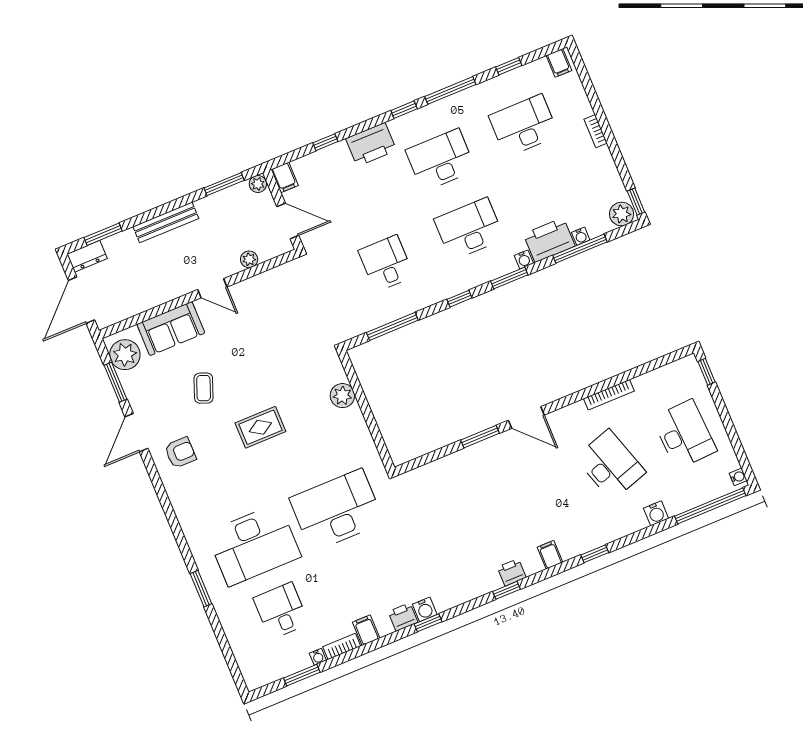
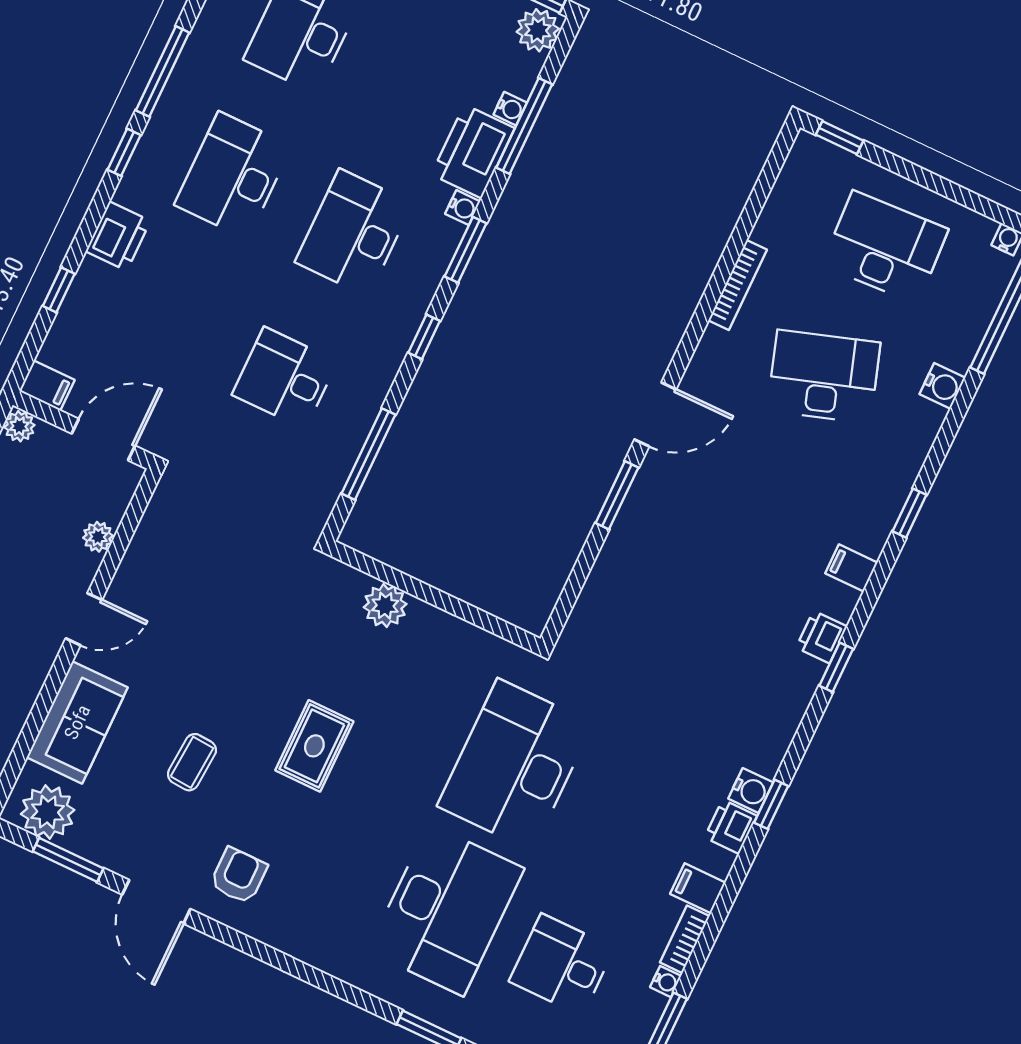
printer: (371, 144) -> (118, 236), width x0.73, depth x0.84
coffee table: (204, 388) -> (192, 762), turned 73

